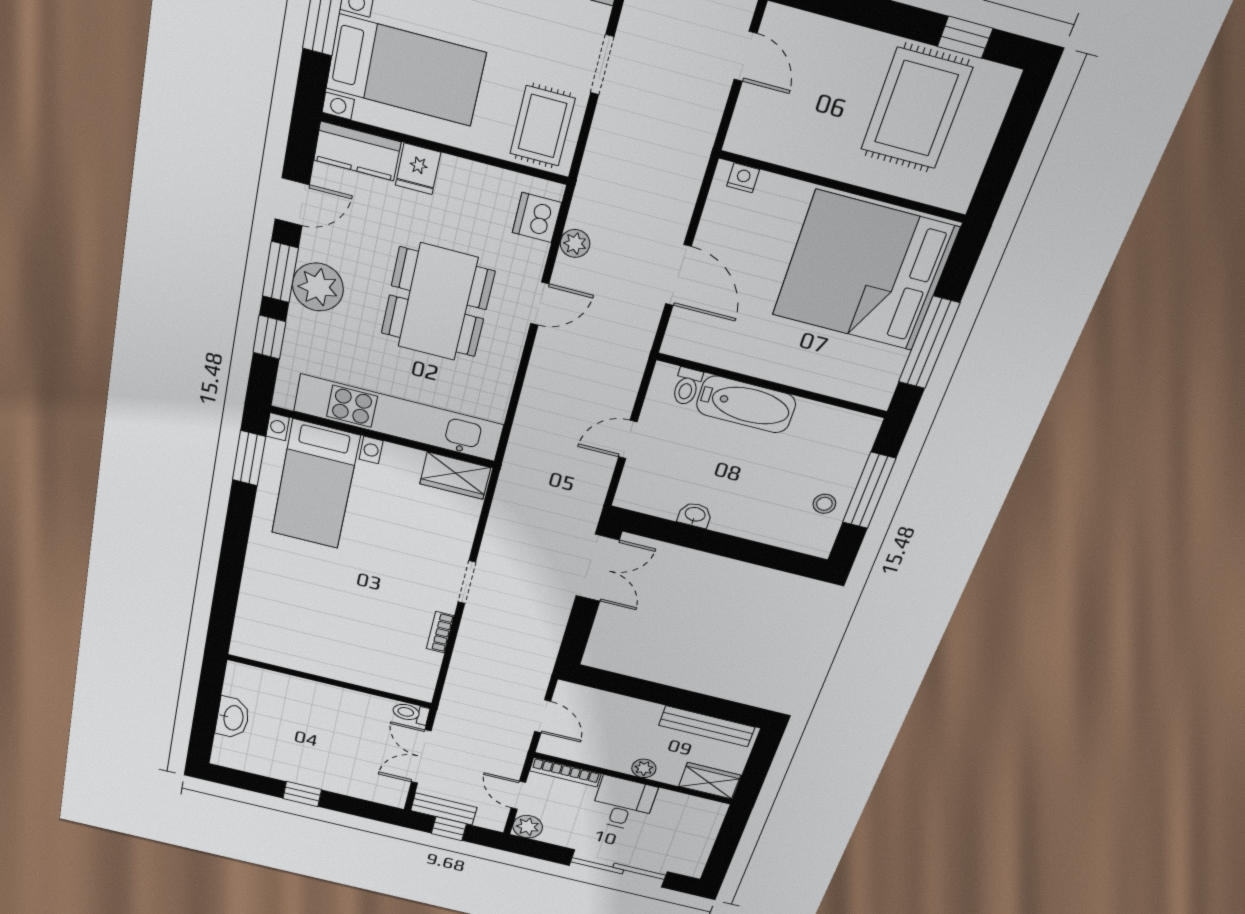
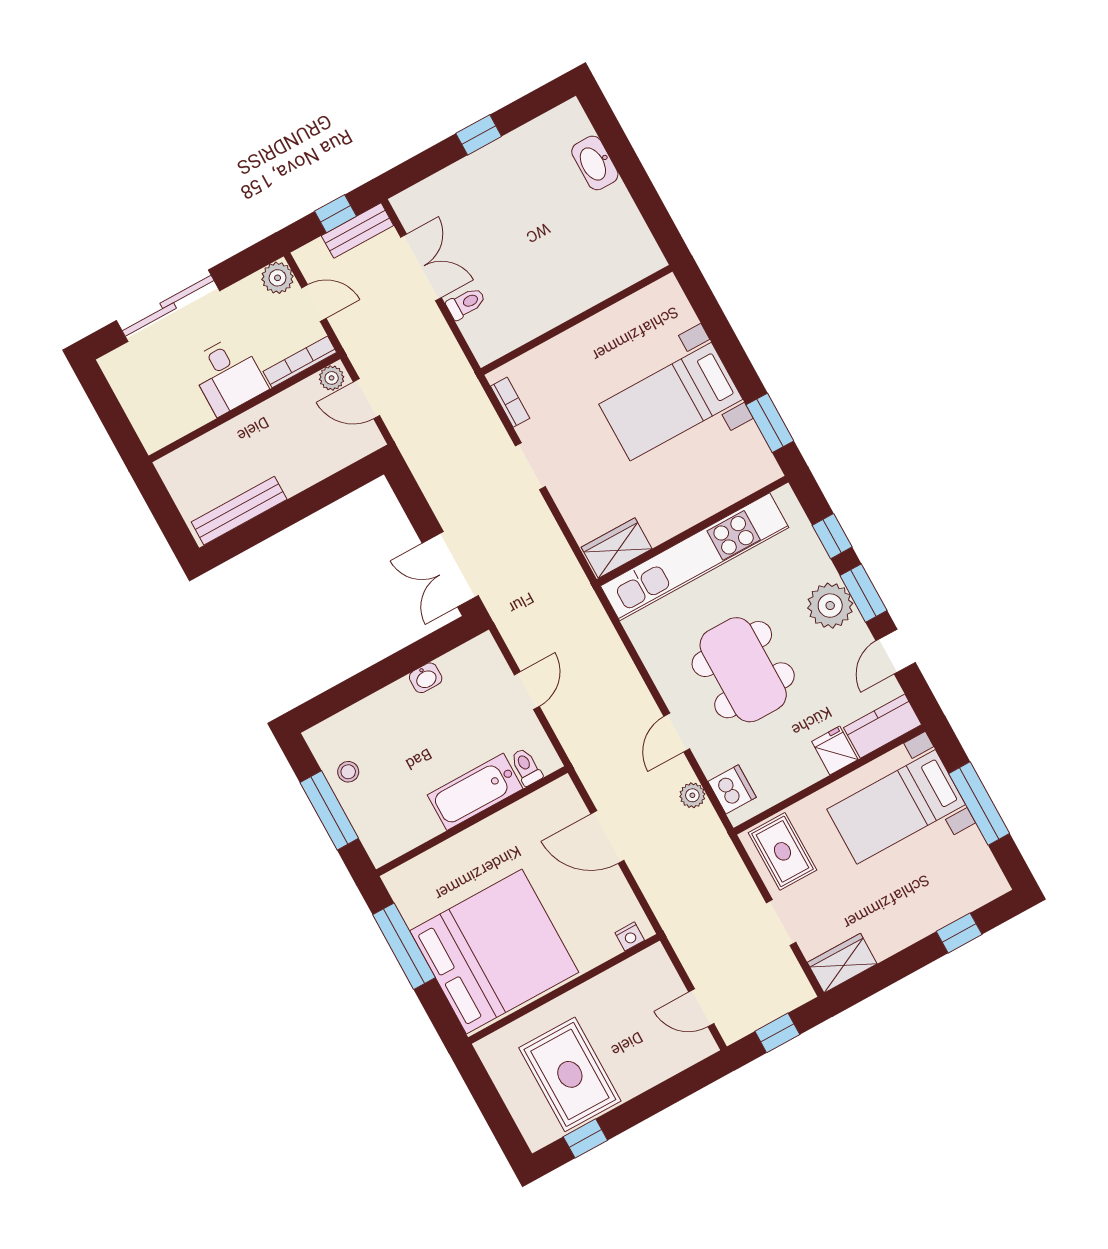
bed with nightstands: (315, 485) -> (671, 402), moved, turned -90
wall: (330, 681) -> (577, 320), moved
plant: (644, 768) -> (332, 378), moved
wardrobe: (710, 781) -> (186, 463), removed

